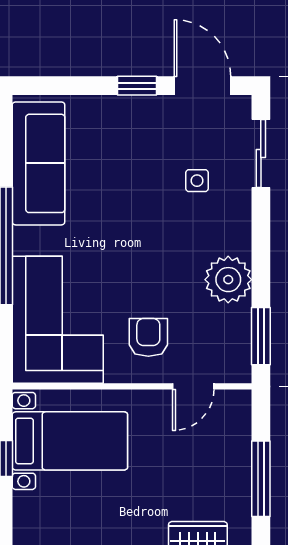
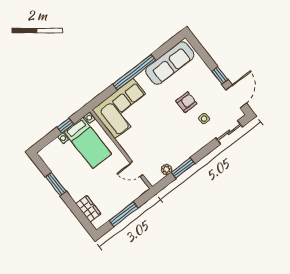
plant: (228, 280) -> (167, 170), moved, width x0.53, depth x0.53
window: (261, 336) -> (183, 168), moved
armchair: (148, 337) -> (186, 102), moved

